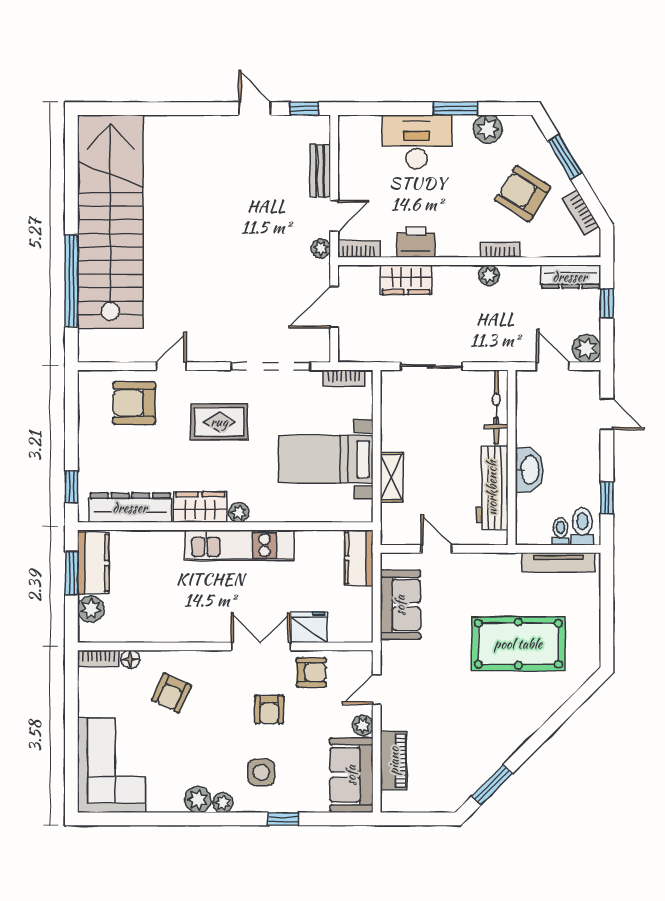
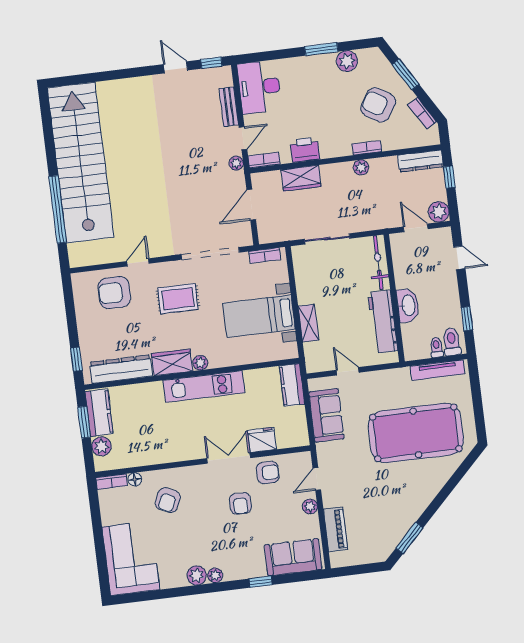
desk: (417, 142) -> (259, 87), moved, turned -90
pool table: (518, 644) -> (416, 433), width x1.36, depth x1.32
side table: (261, 772) -> (240, 550), removed
sofa: (351, 775) -> (293, 557), moved, turned 90

